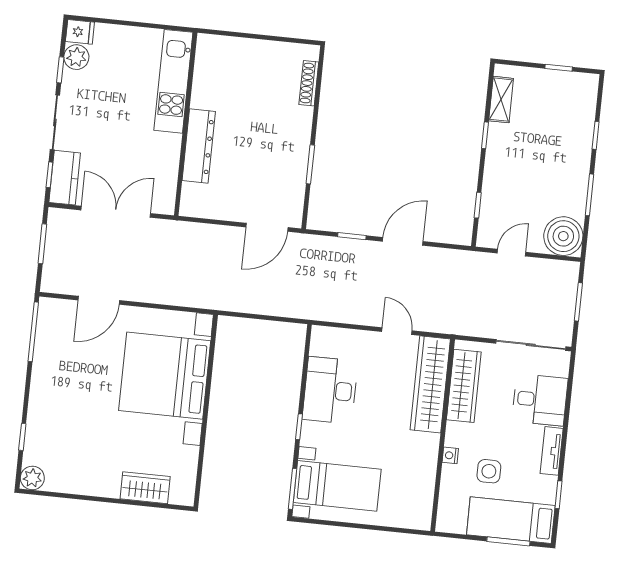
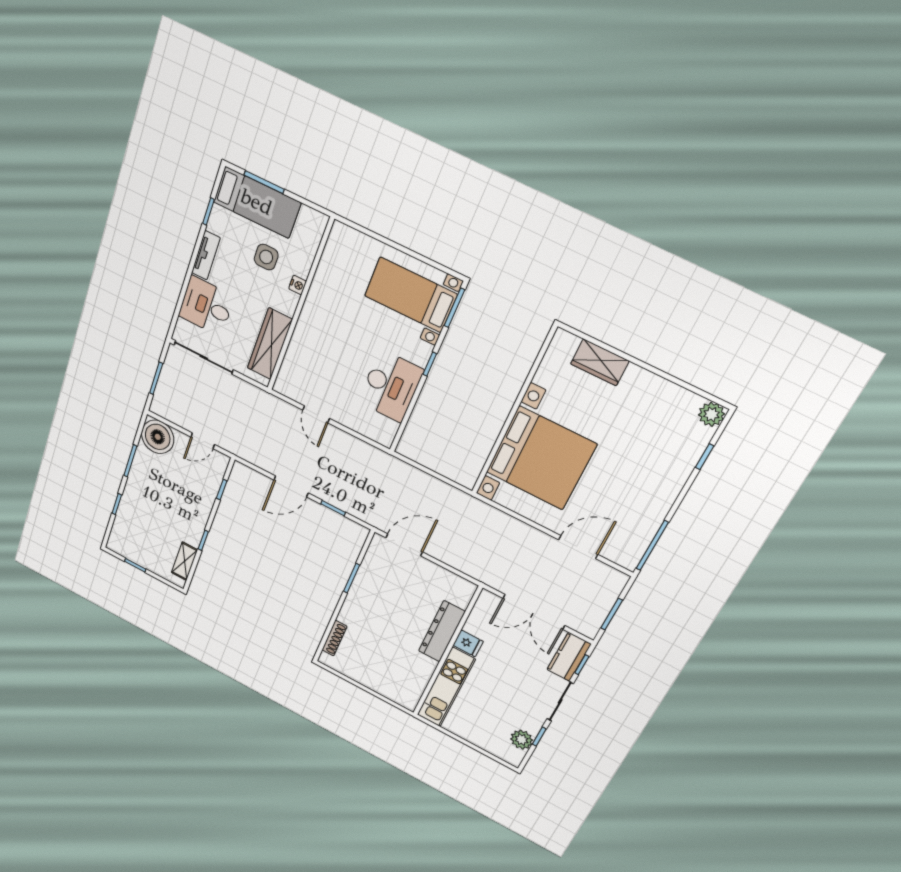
fridge: (80, 32) -> (468, 643), moved, turned 180
wardrobe: (430, 384) -> (299, 357), removed

